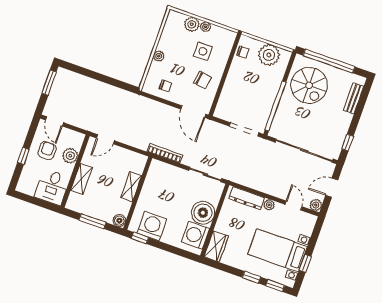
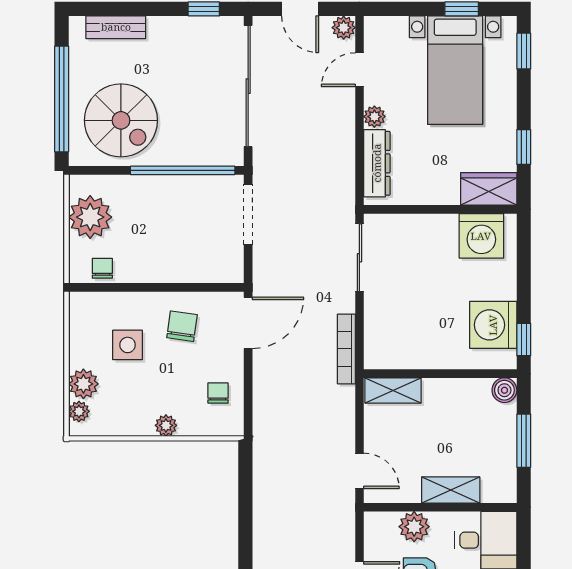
plant: (205, 27) -> (79, 411), moved
spiral stairs: (309, 85) -> (121, 120), turned 90
shelving: (131, 187) -> (393, 390), moved
boiler: (203, 213) -> (434, 237), removed
window: (252, 277) -> (524, 147), moved

